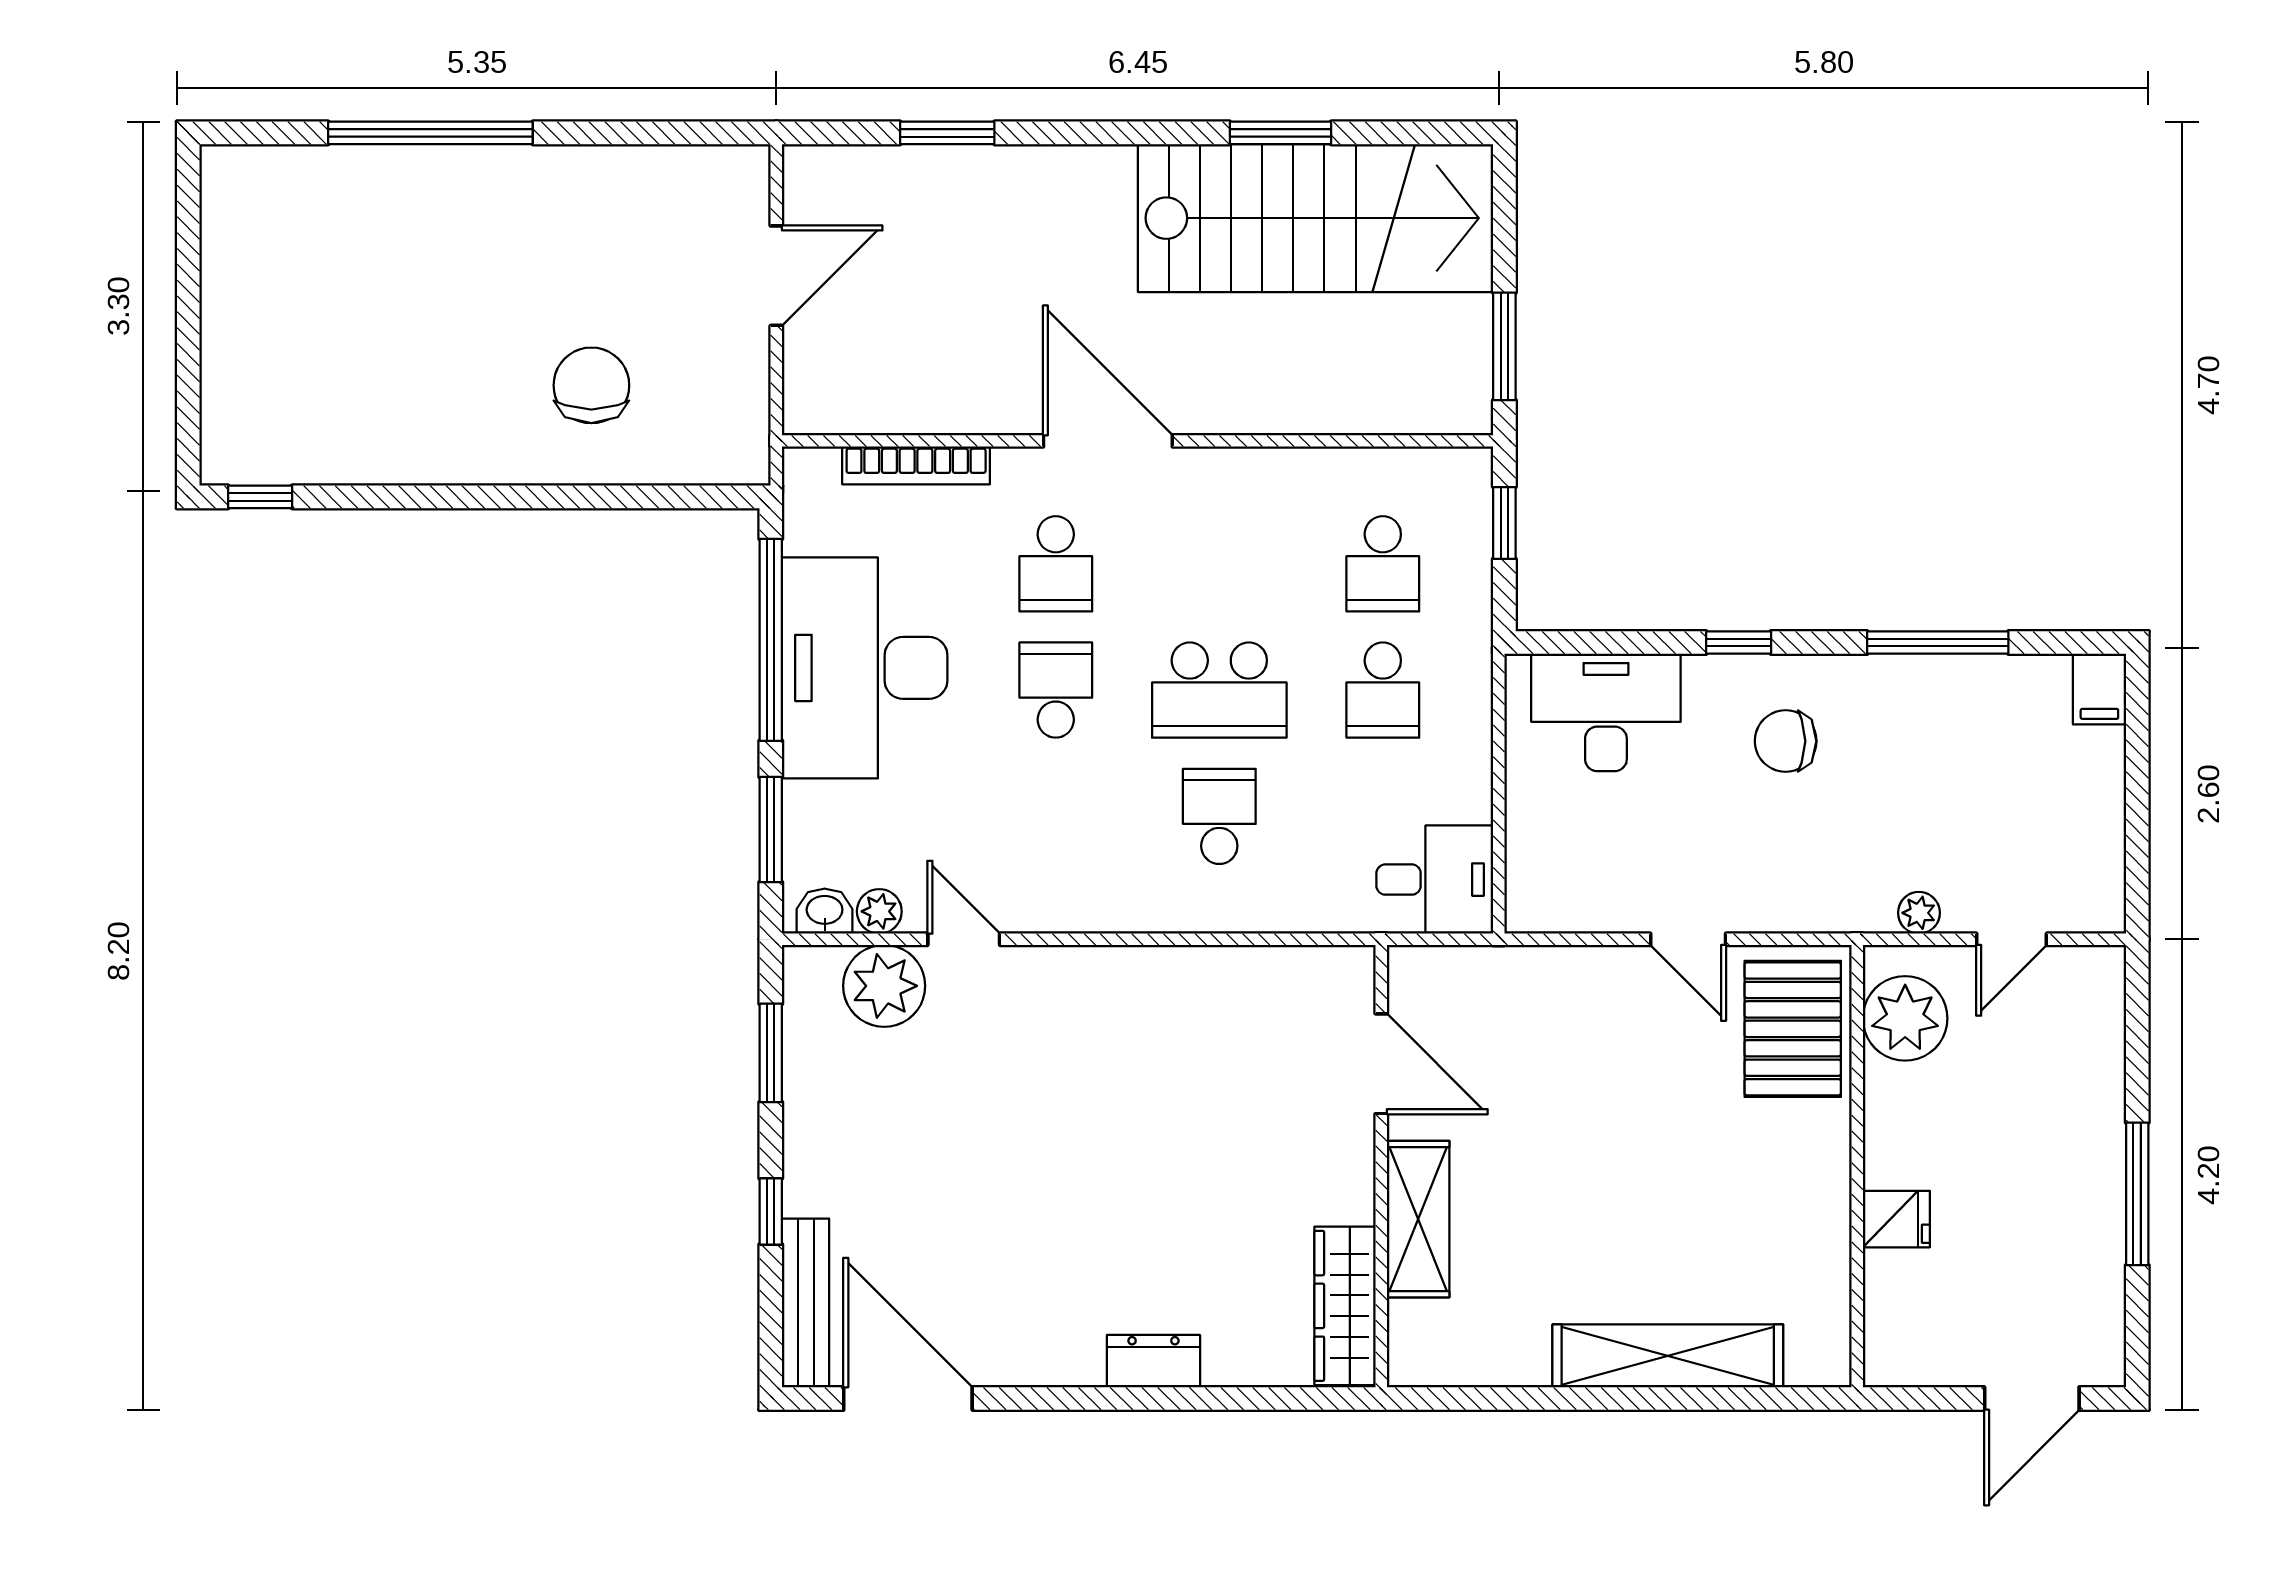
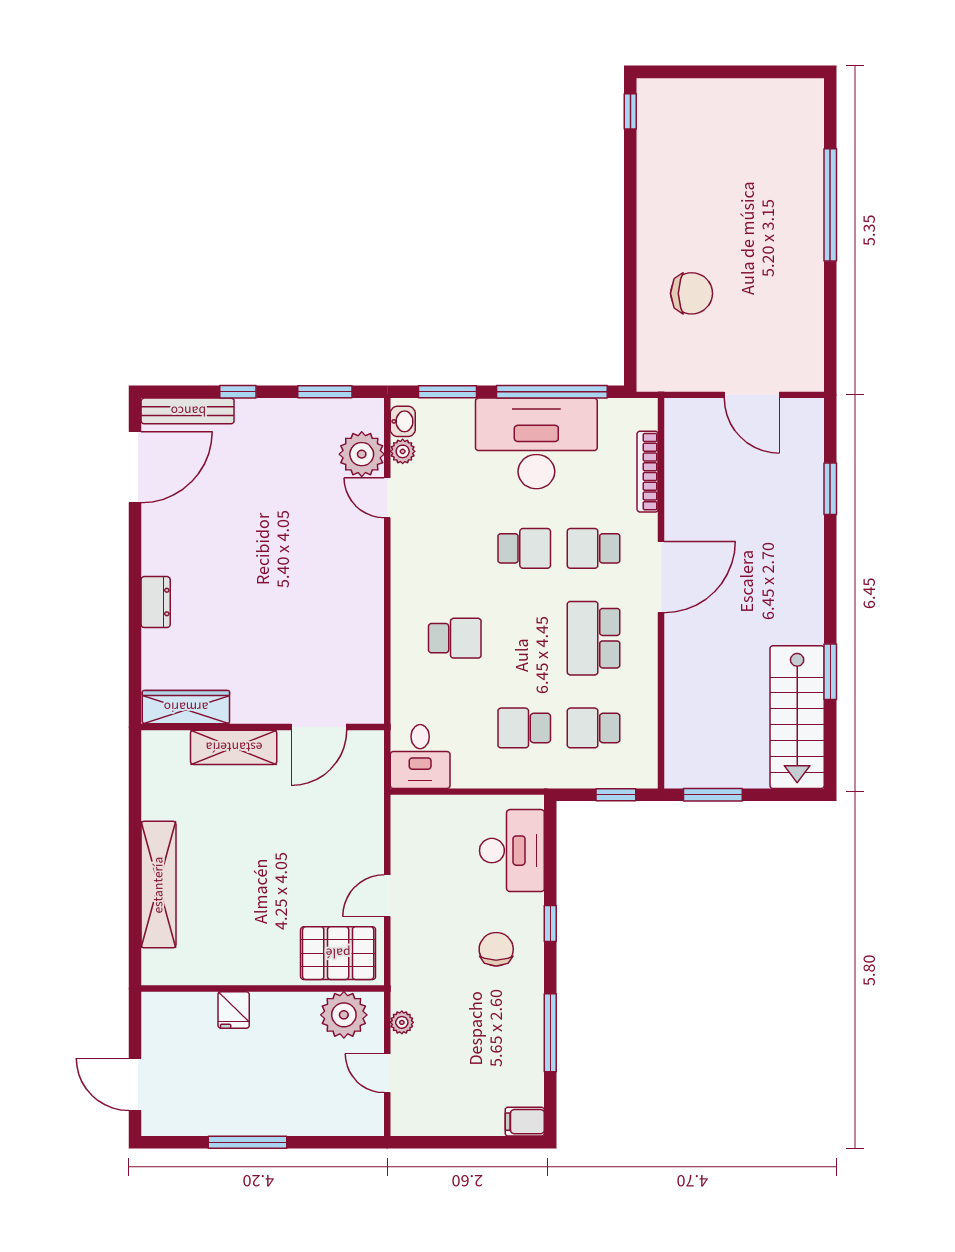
stairs: (1316, 218) -> (797, 717), width x0.73, depth x0.66
school desk: (1219, 690) -> (594, 638), moved
door: (964, 939) -> (387, 498), swing flipped

